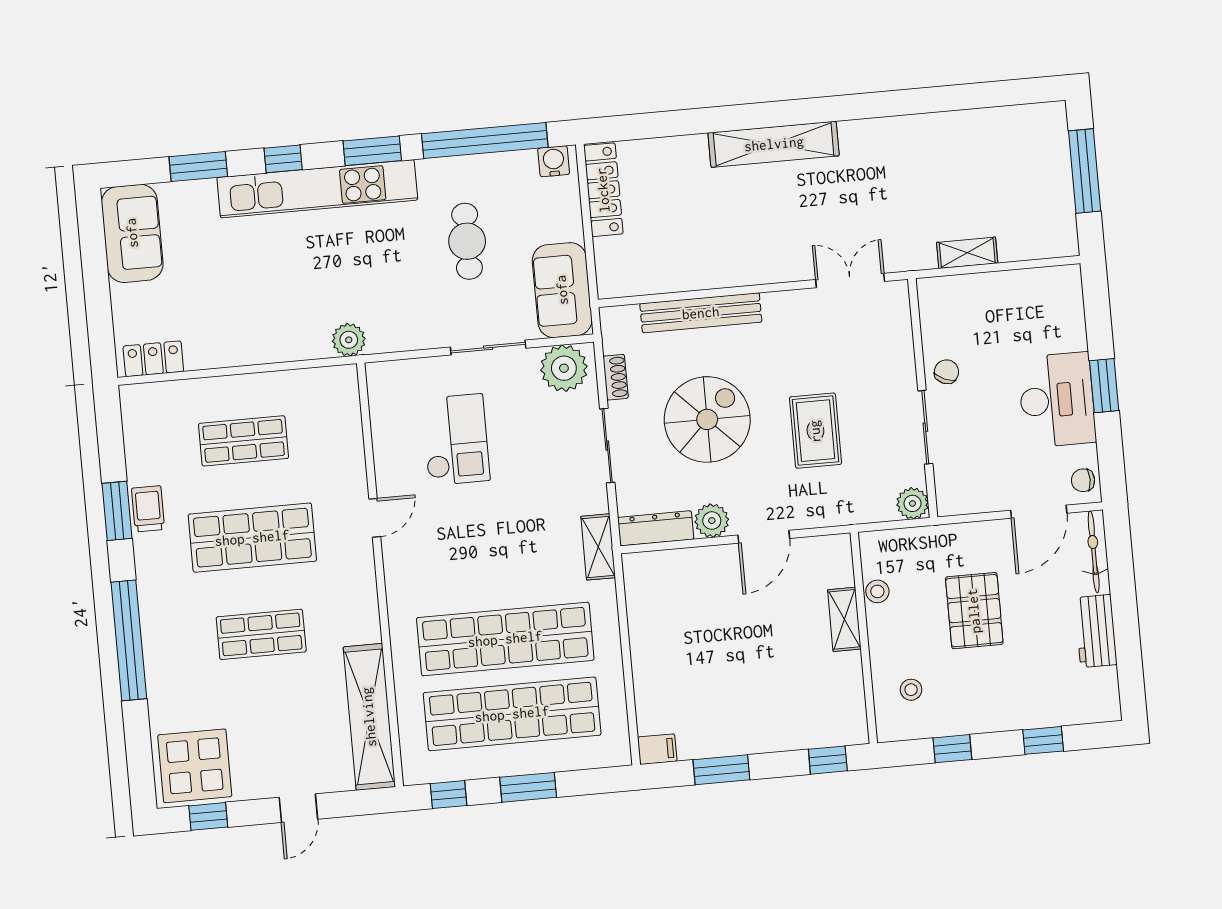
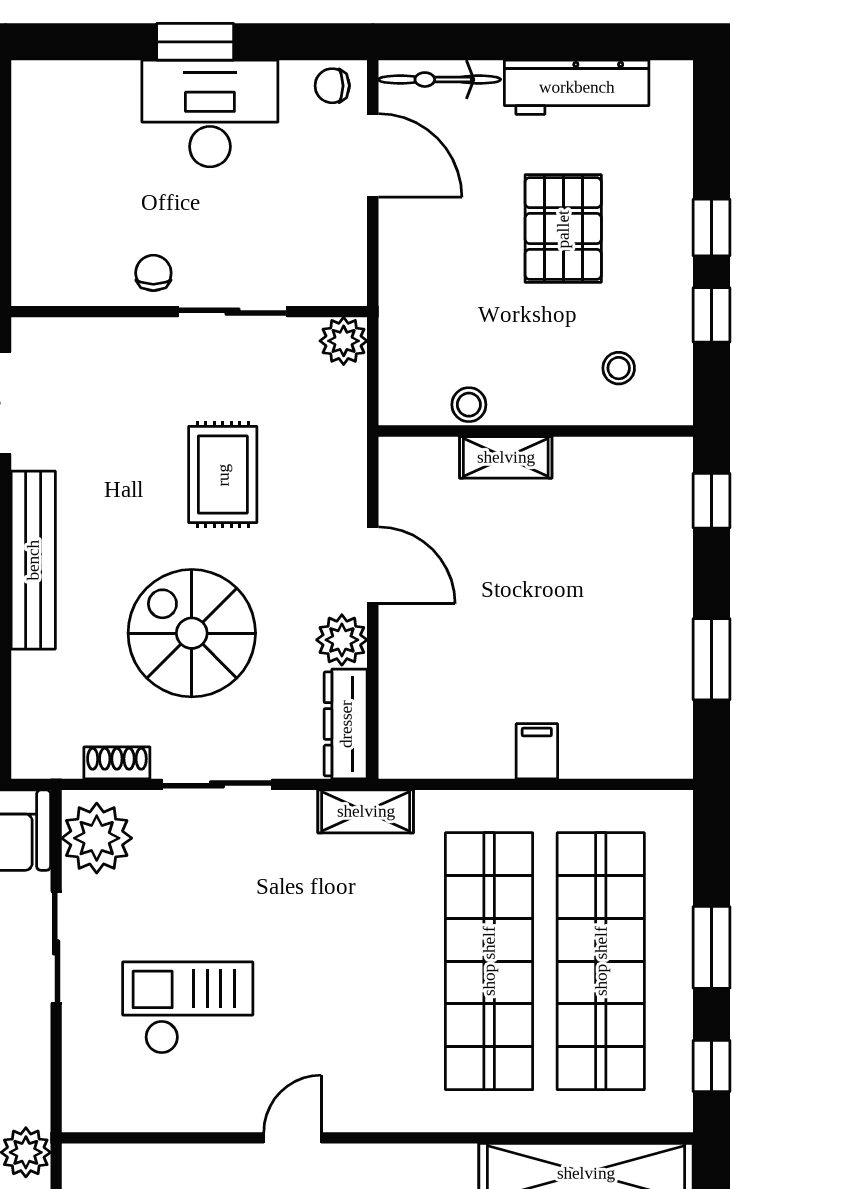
bench: (701, 313) -> (33, 560), moved
chair: (946, 372) -> (153, 273), turned 66
rug: (815, 431) -> (223, 475), turned 90
chair: (1083, 480) -> (332, 86), turned 90
door: (375, 518) -> (292, 1138), hinge flipped
pallet: (974, 611) -> (563, 229), moved, turned 90
workbench: (1096, 631) -> (577, 87), width x1.38
window: (1043, 740) -> (712, 227), moved
filing cabinet: (657, 749) -> (537, 751), moved

